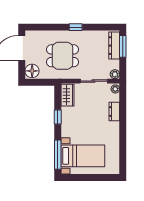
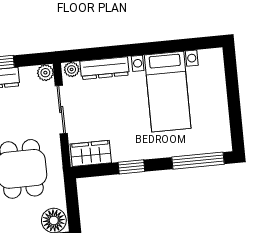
dresser: (114, 112) -> (105, 68), width x1.44
bed with nightstands: (83, 156) -> (168, 92), moved, turned 180

